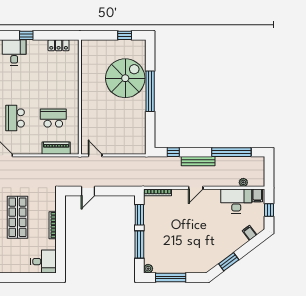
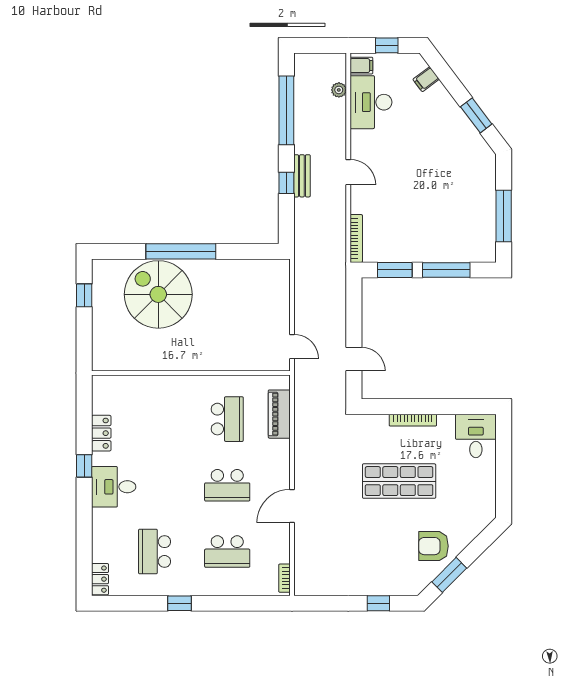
locker: (59, 45) -> (101, 433), moved
school desk: (53, 118) -> (227, 419), turned 180
window: (173, 152) -> (286, 183), moved
door: (95, 155) -> (292, 347), swing flipped
bench: (198, 161) -> (302, 176), width x0.73
plant: (148, 269) -> (488, 255), removed

